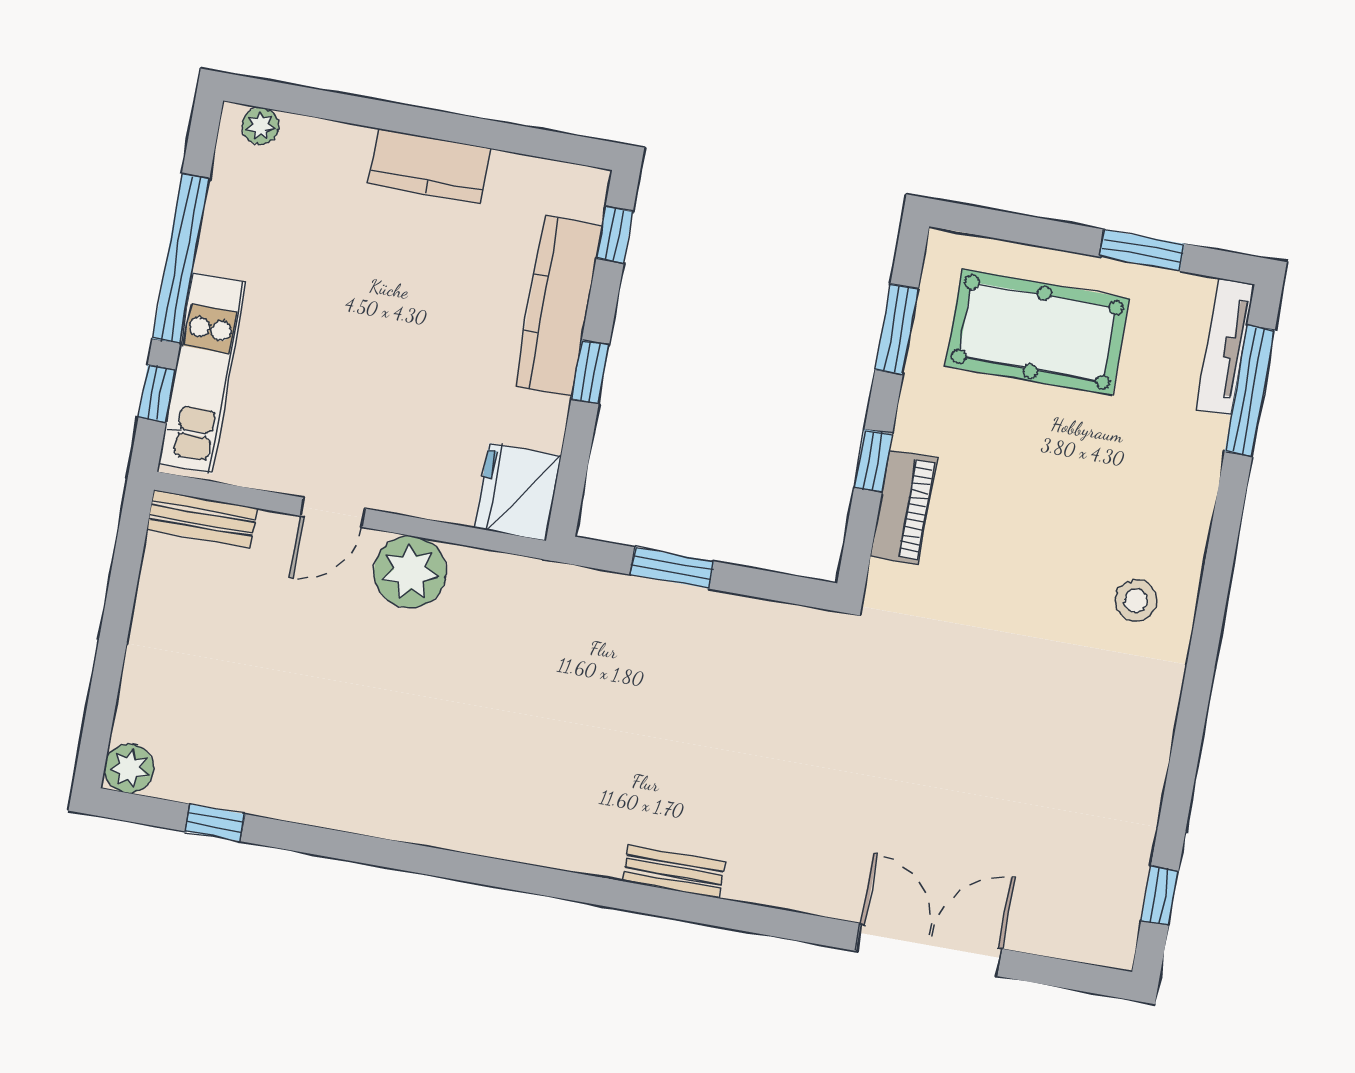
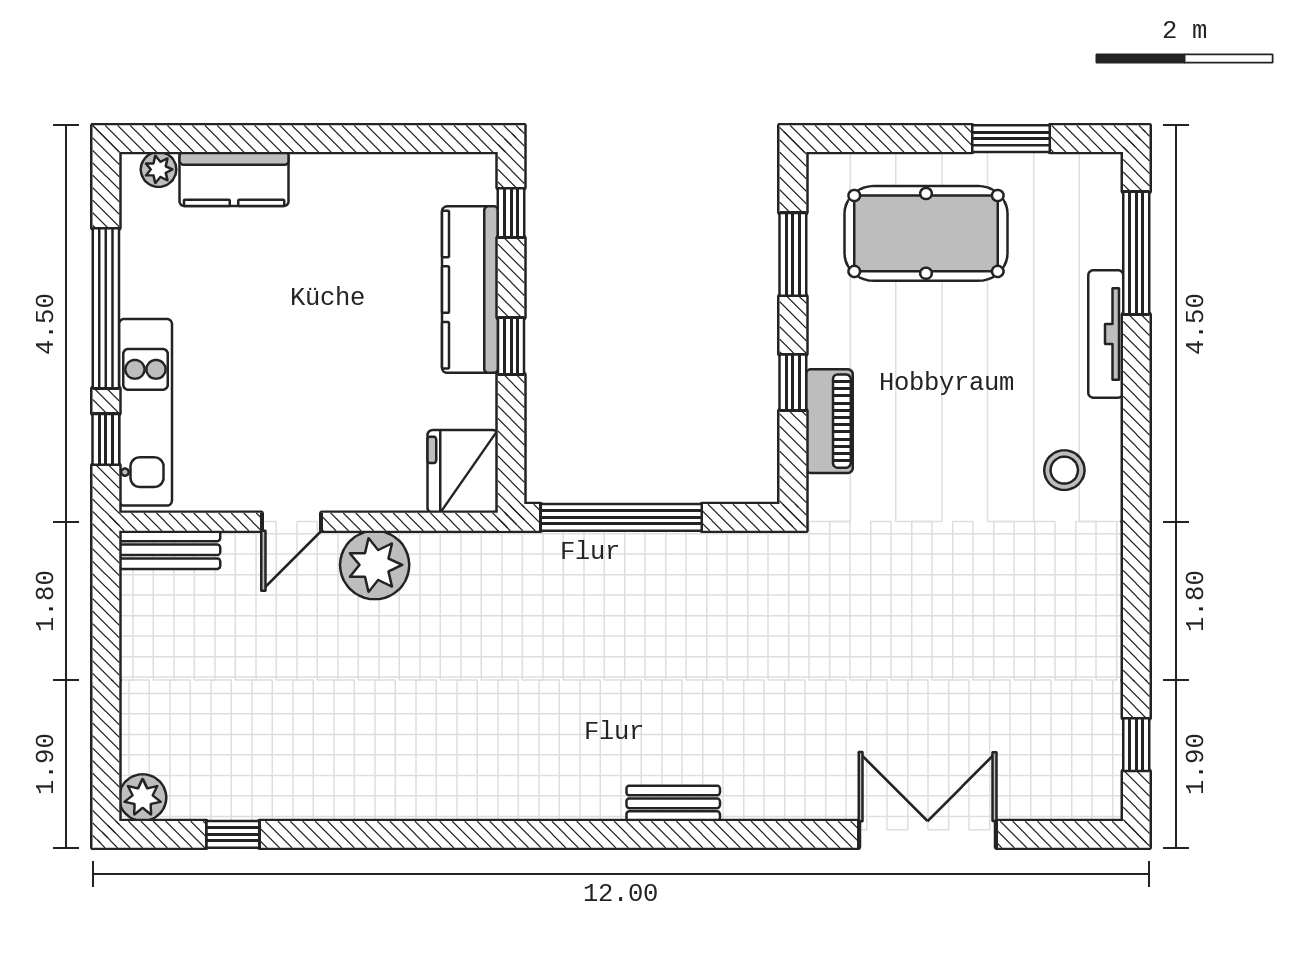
kitchen counter: (429, 166) -> (234, 179), moved
tv unit: (1225, 347) -> (1106, 334), moved
window: (672, 568) -> (621, 517), width x2.11

